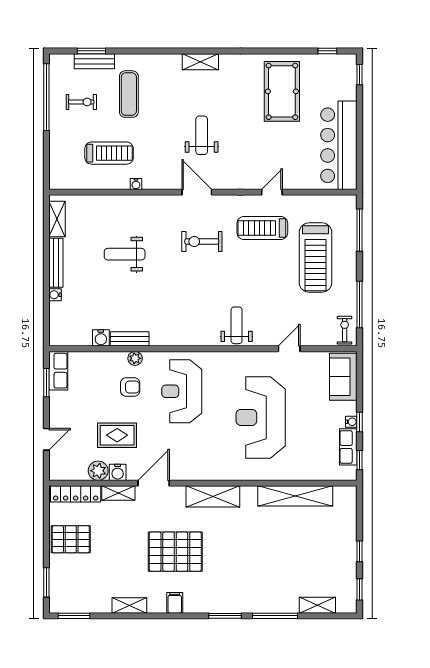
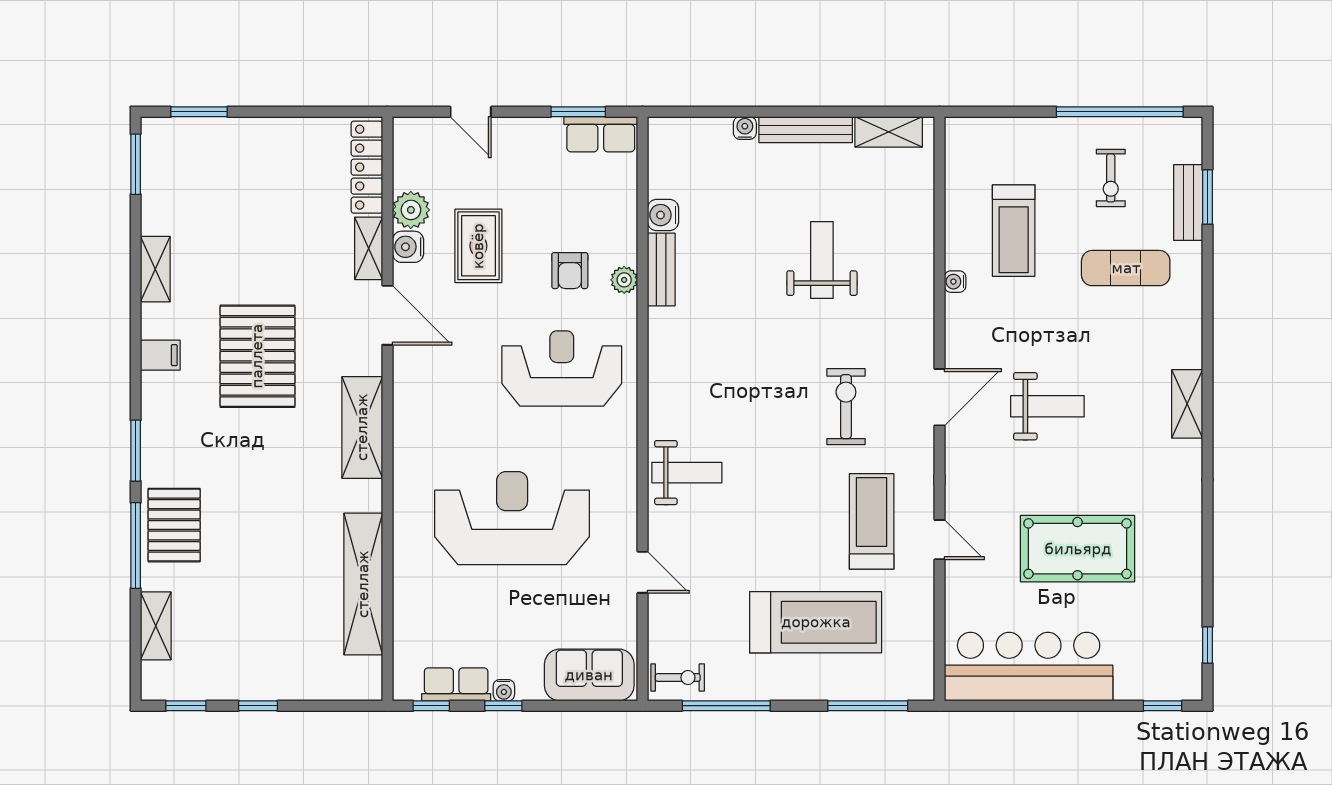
pool table: (282, 91) -> (1078, 549), moved
treadmill: (316, 258) -> (816, 622), turned 180
pallet: (71, 539) -> (174, 525), moved

